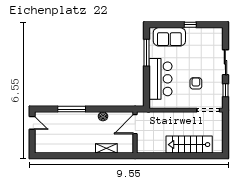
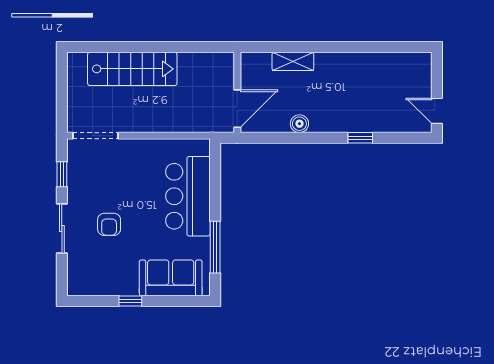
armchair: (196, 83) -> (109, 224), moved
window: (72, 109) -> (360, 138), width x0.46

